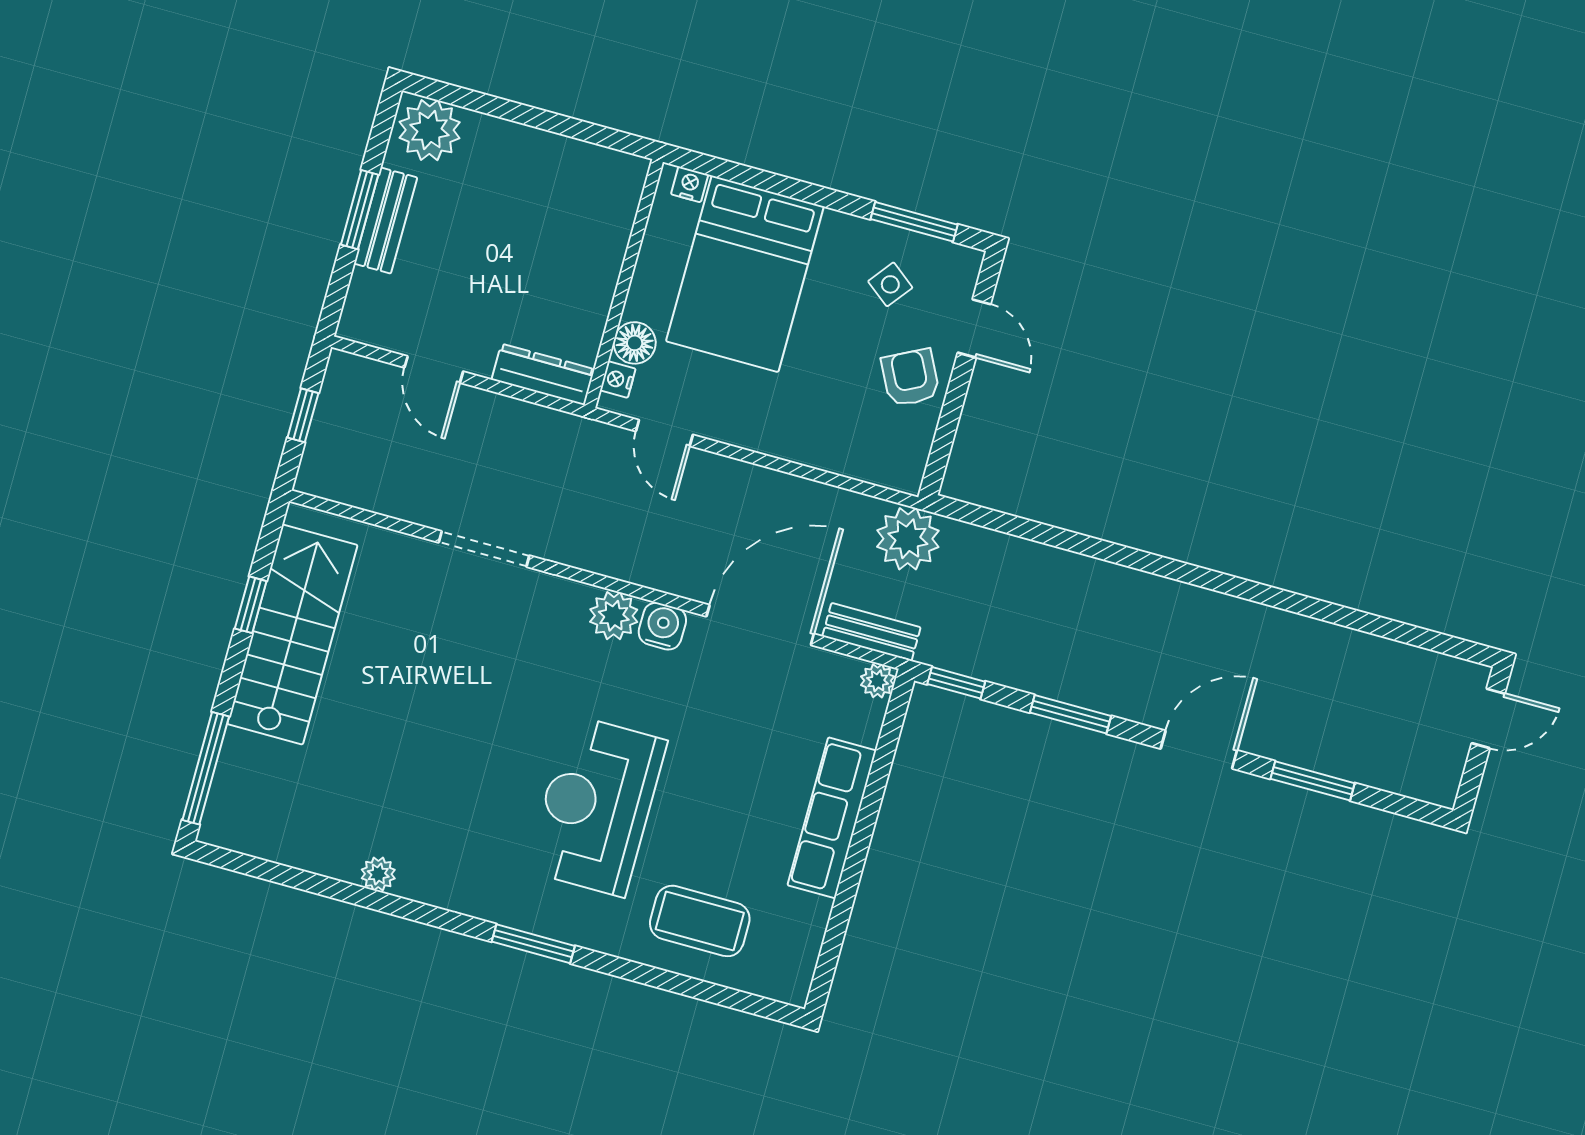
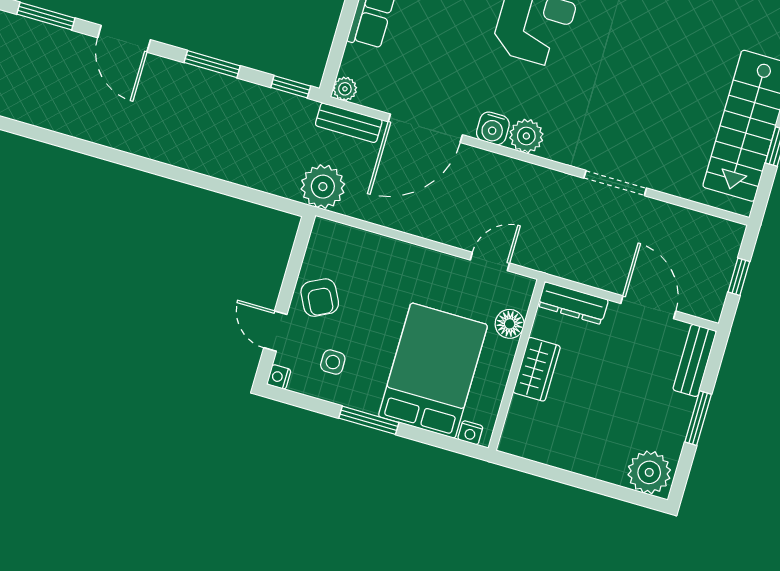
bench: (386, 221) -> (695, 360), moved
window: (914, 222) -> (369, 420), moved
wardrobe: (595, 278) -> (537, 369), added
side table: (890, 284) -> (333, 362), turned -38
door: (434, 369) -> (648, 307), width x1.38
nightstand: (618, 380) -> (279, 377), moved, turned 180
door: (664, 433) -> (490, 262), hinge flipped
door: (1199, 750) -> (124, 39), hinge flipped

